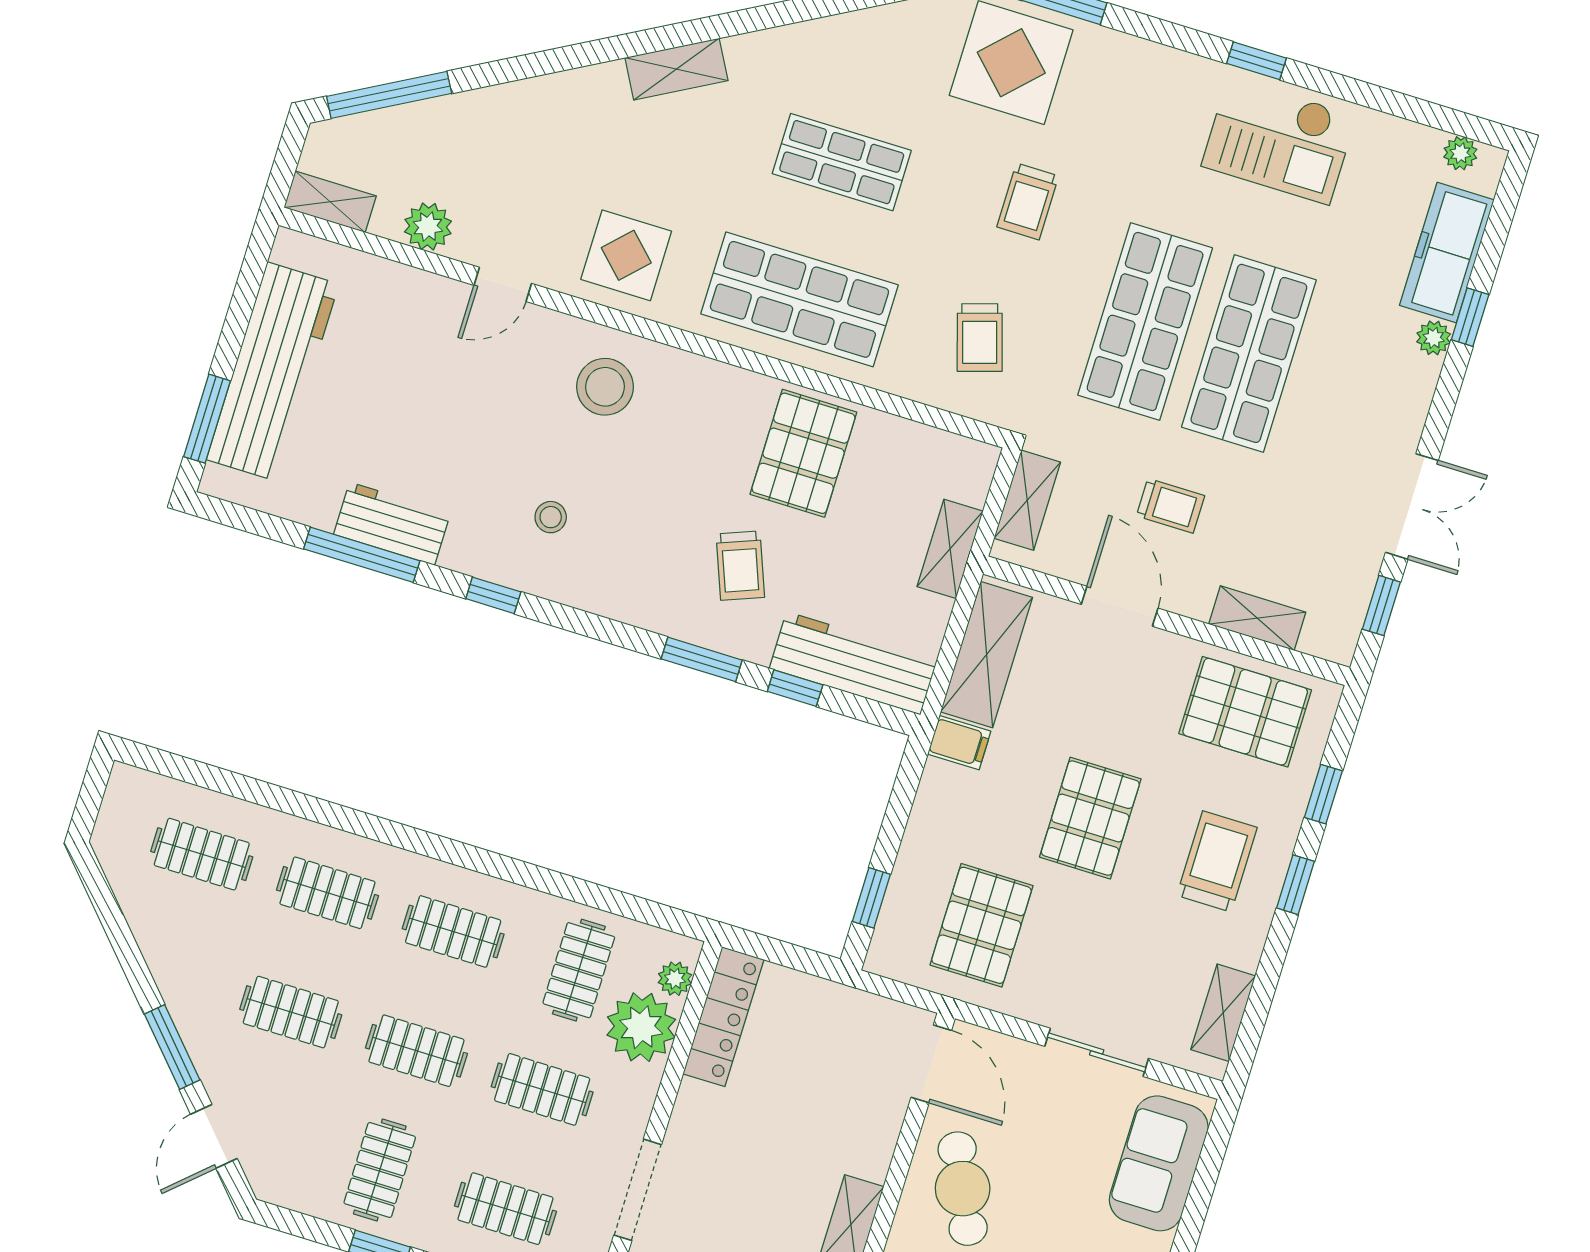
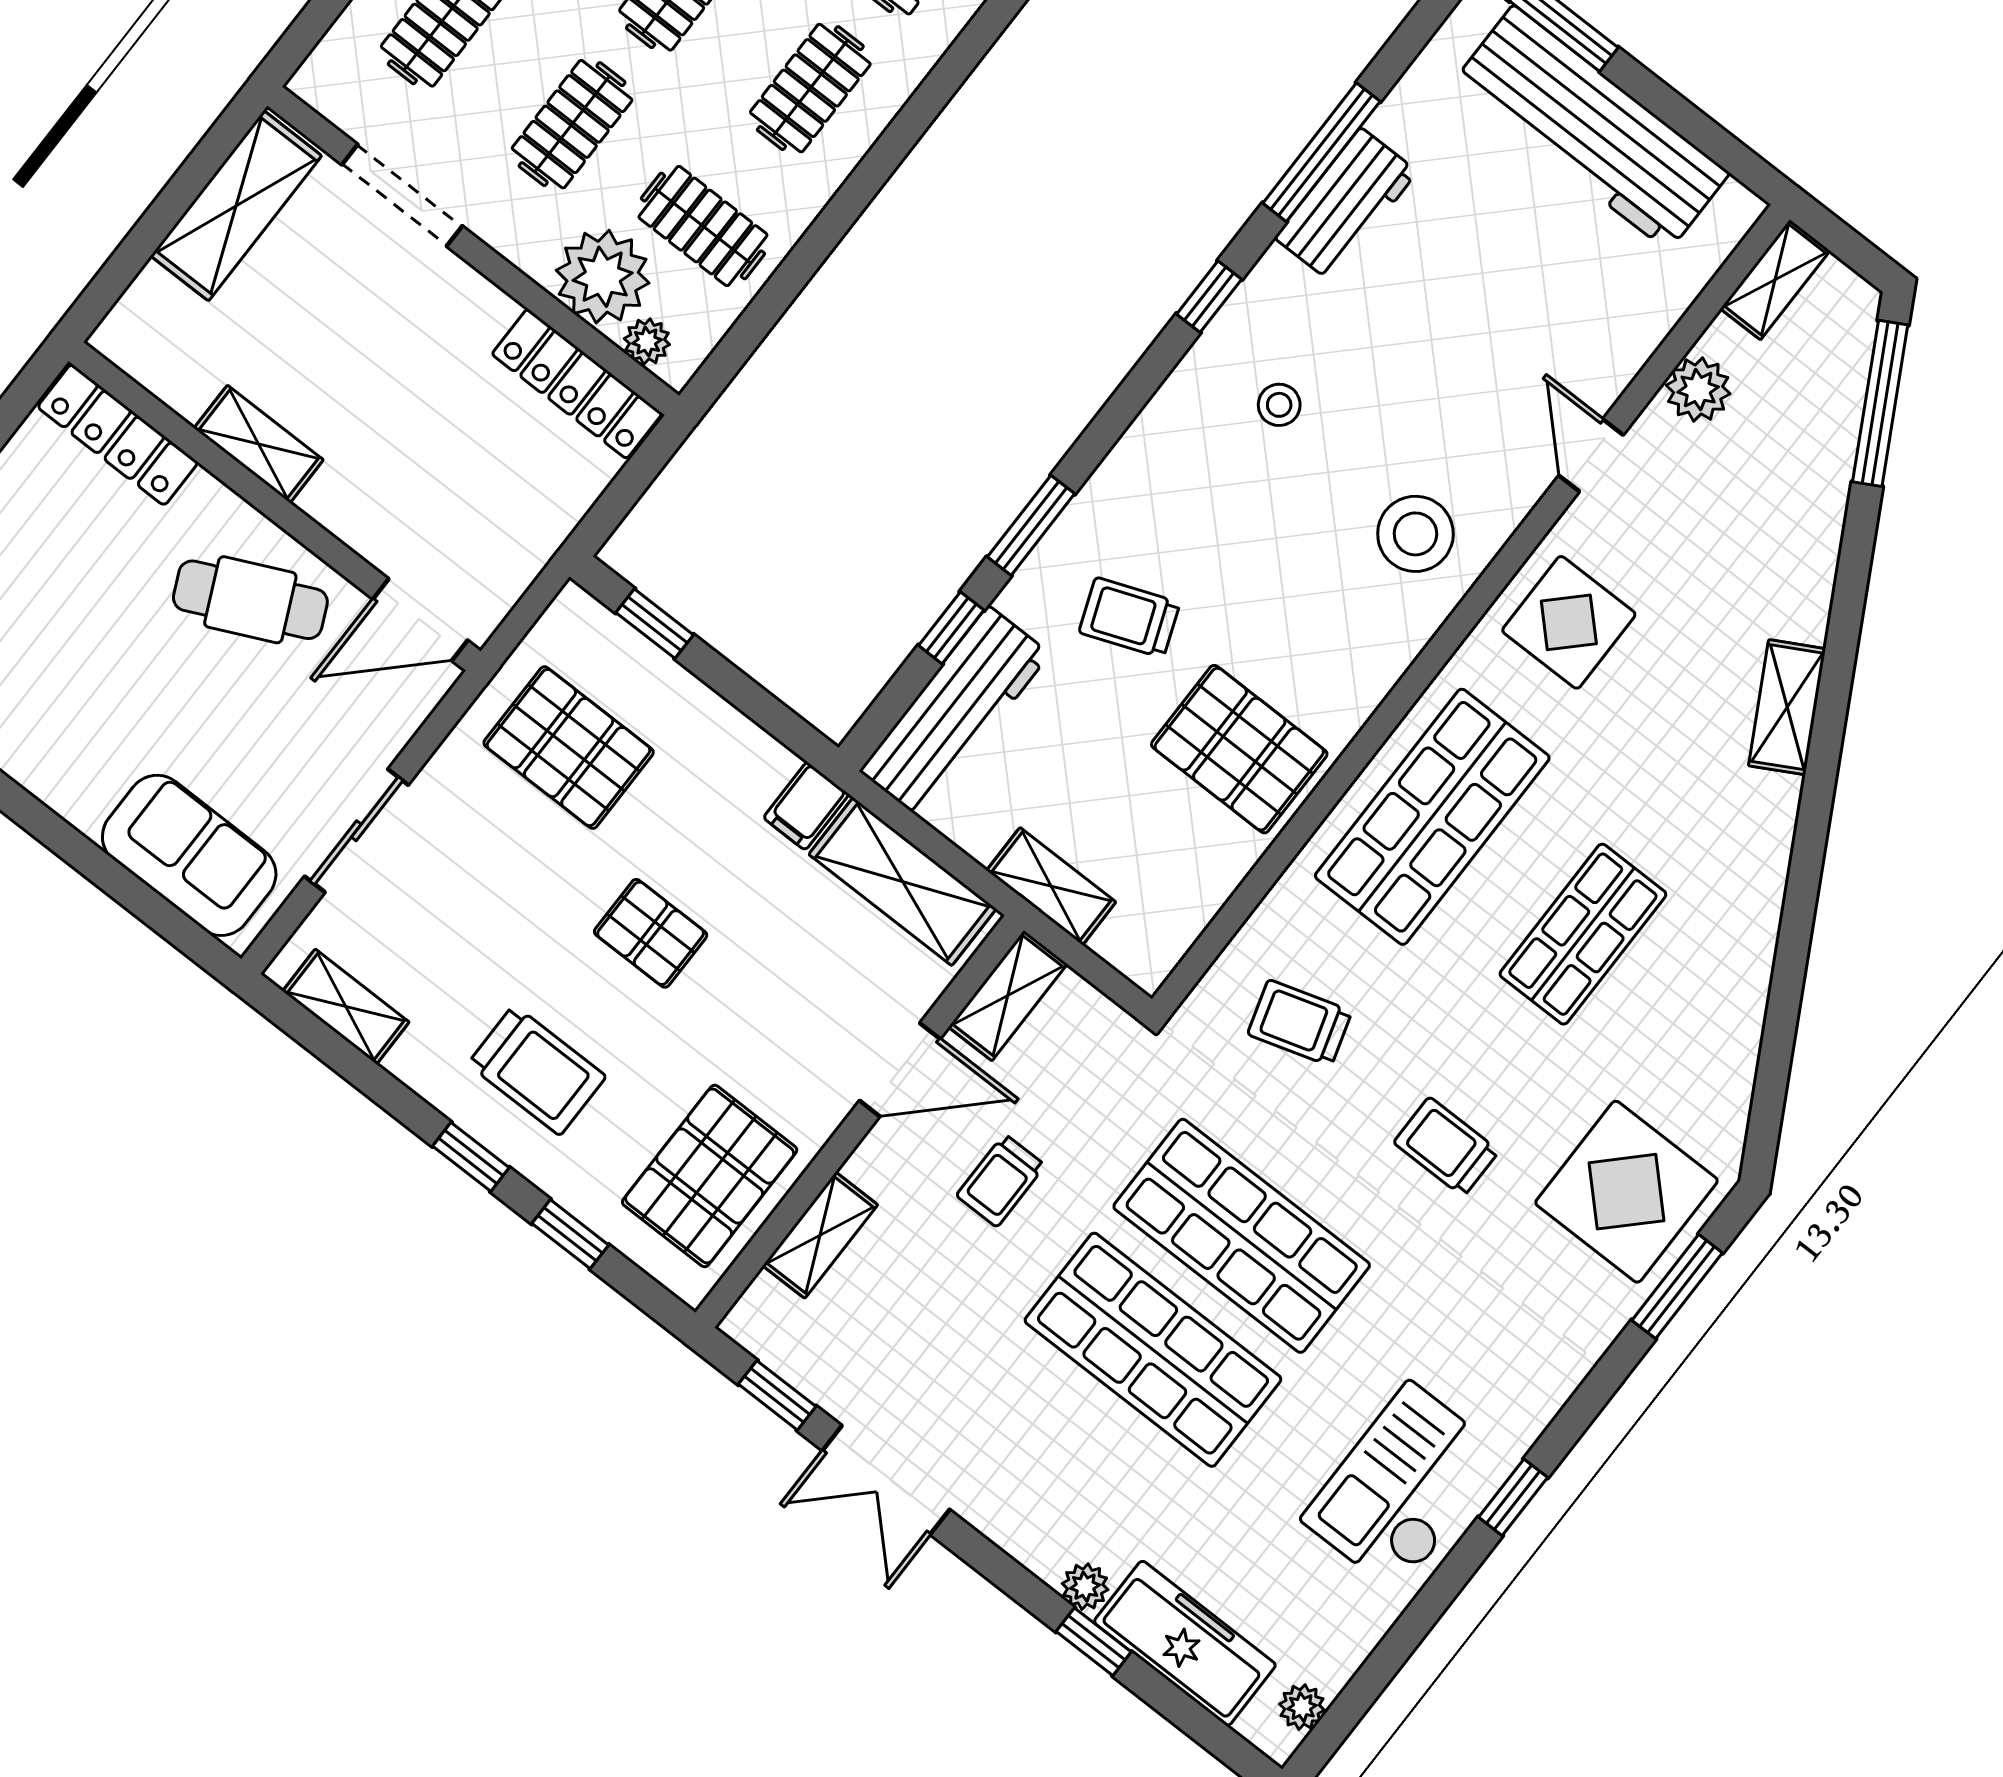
shelving: (676, 69) -> (1787, 707), moved
shelving: (1027, 500) -> (1008, 995), moved, turned 90
pallet: (1090, 818) -> (651, 933), width x0.67, depth x0.71

